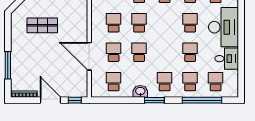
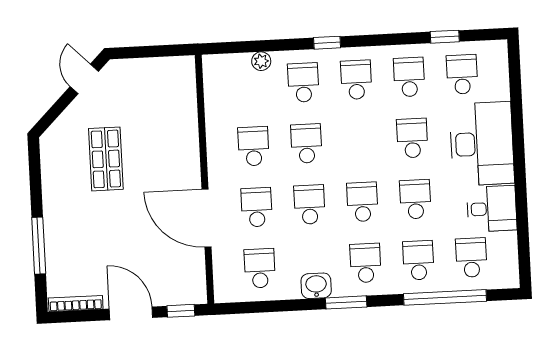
shop shelf: (42, 25) -> (106, 159), turned 90
school desk: (165, 52) -> (362, 202), added

